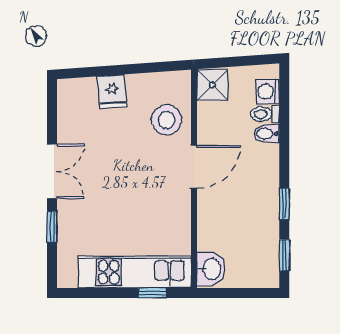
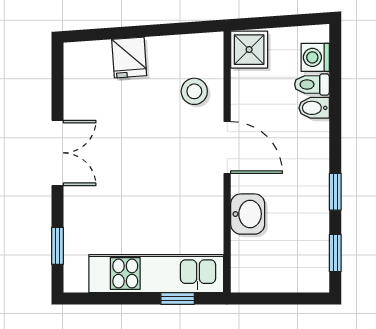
stool: (166, 120) -> (194, 91), width x0.73, depth x0.73
door: (194, 167) -> (227, 147), hinge flipped
window: (52, 227) -> (57, 246), moved
washbasin: (211, 269) -> (248, 214), moved

